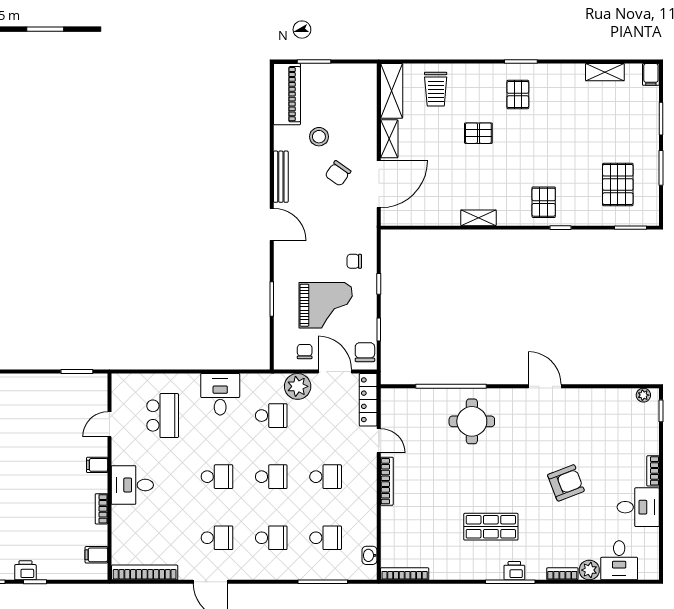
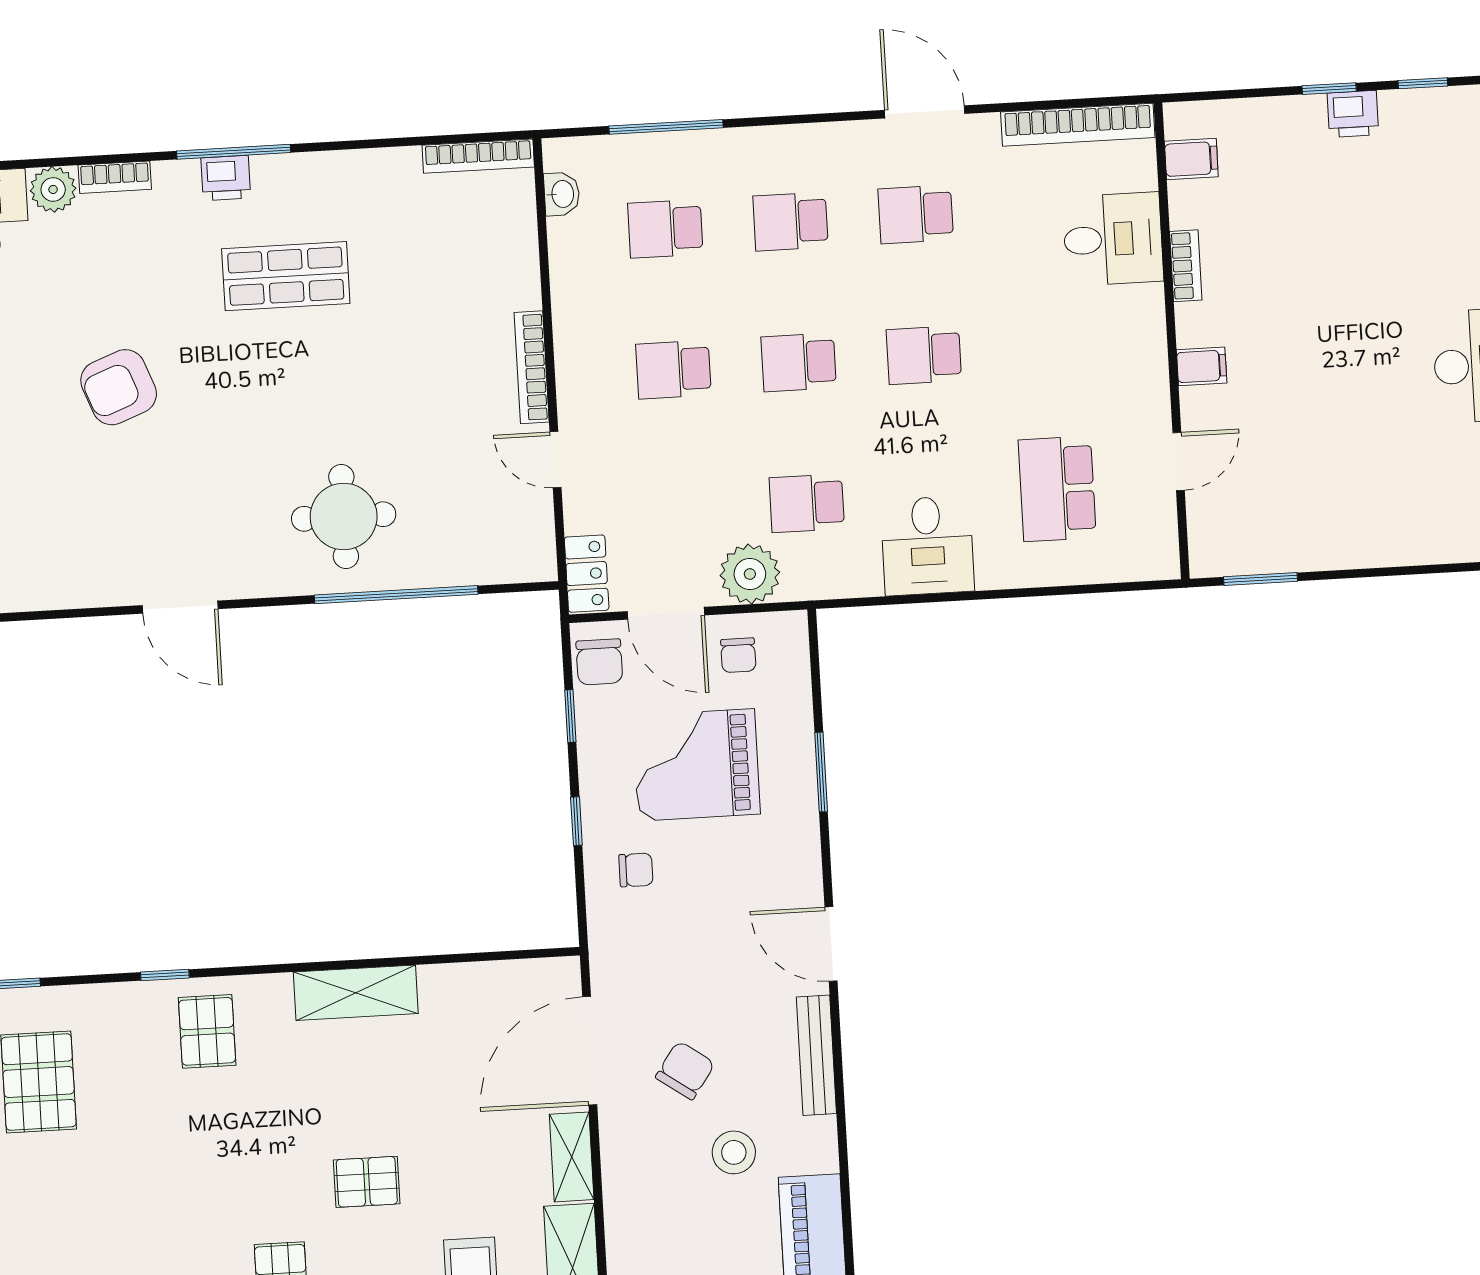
shelving: (478, 218) -> (356, 993), width x1.50, depth x1.33
locker: (368, 400) -> (587, 574), width x0.66
desk: (132, 485) -> (1113, 239), moved

